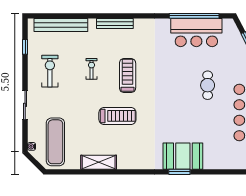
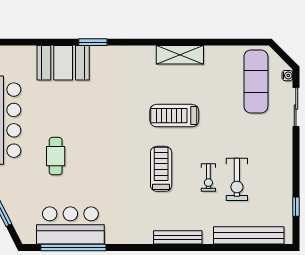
exercise bike: (50, 71) -> (237, 179), moved
treadmill: (128, 76) -> (161, 169), turned 180
sliding door: (25, 105) -> (296, 107), moved
booth: (183, 156) -> (63, 63), moved
shelving: (99, 162) -> (180, 55), moved

